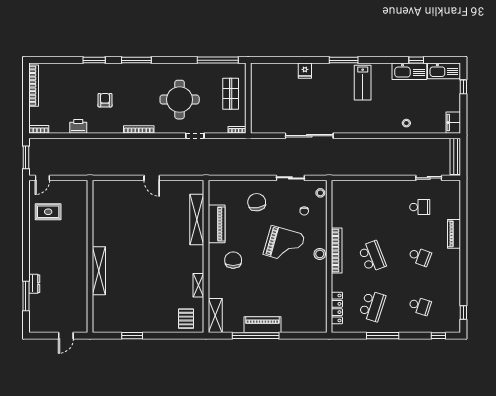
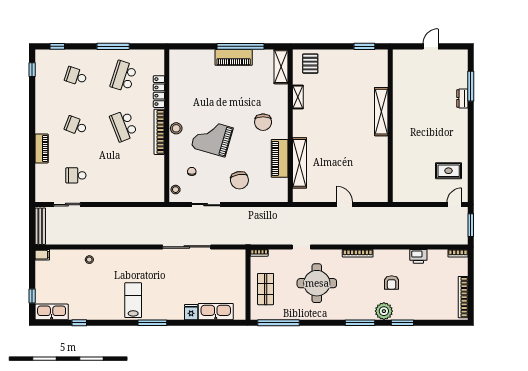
kitchen sink: (409, 71) -> (216, 312), moved
plant: (113, 72) -> (384, 311), added
filing cabinet: (453, 123) -> (42, 255), width x0.50
wall: (90, 256) -> (390, 126), moved
shelving: (99, 271) -> (381, 112), moved
locker: (337, 308) -> (159, 92), moved

